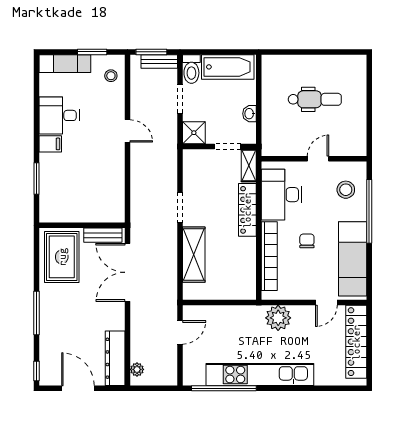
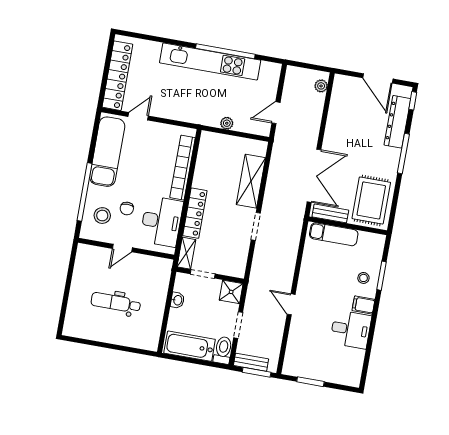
exam couch: (65, 64) -> (334, 234), moved, turned 180
stool: (111, 76) -> (363, 278), moved
chair: (307, 241) -> (127, 208), moved
plant: (278, 318) -> (227, 123), moved, width x0.53, depth x0.53
dresser: (115, 358) -> (397, 122), moved, turned 180
window: (224, 388) -> (225, 51), moved

